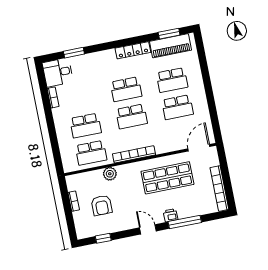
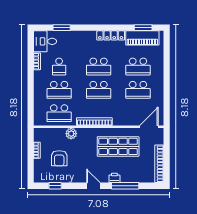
school desk: (80, 98) -> (59, 66), added

